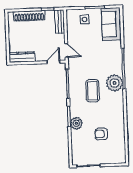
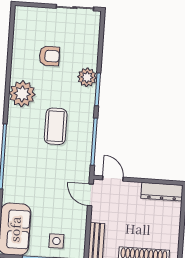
door: (53, 62) -> (113, 179), swing flipped
plant: (115, 83) -> (22, 94), moved

